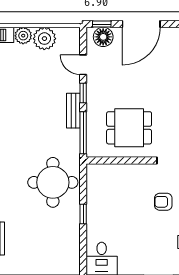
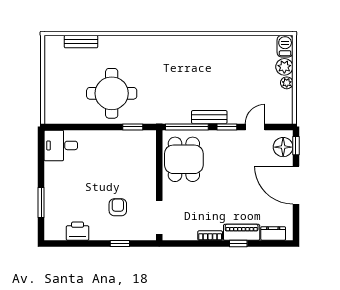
plant: (44, 39) -> (287, 83), width x0.53, depth x0.53
dining table: (129, 128) -> (184, 159), moved
round table: (53, 182) -> (112, 93), moved
window: (83, 214) -> (133, 127), moved

